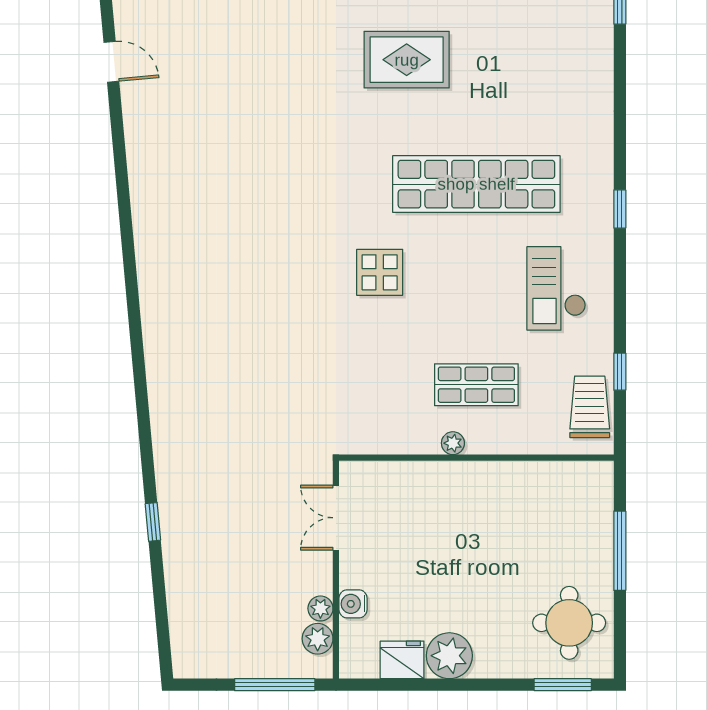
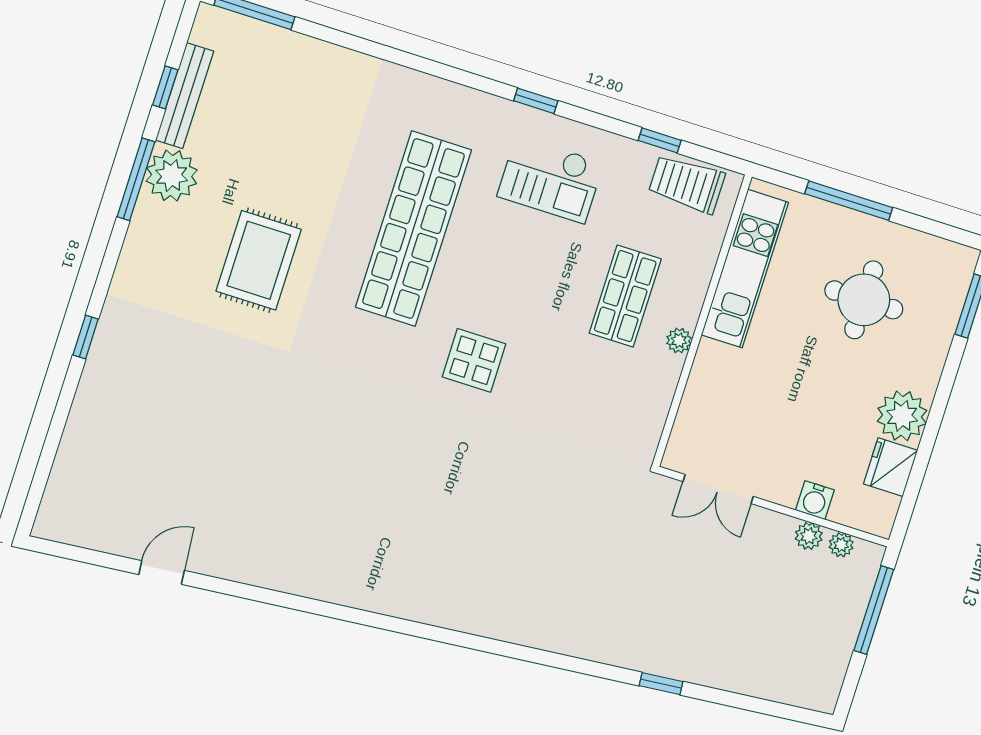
window: (620, 209) -> (536, 101), moved
kitchen unit: (533, 480) -> (745, 269), added
round table: (569, 623) -> (864, 300), moved
plant: (318, 639) -> (841, 545), width x0.73, depth x0.73

